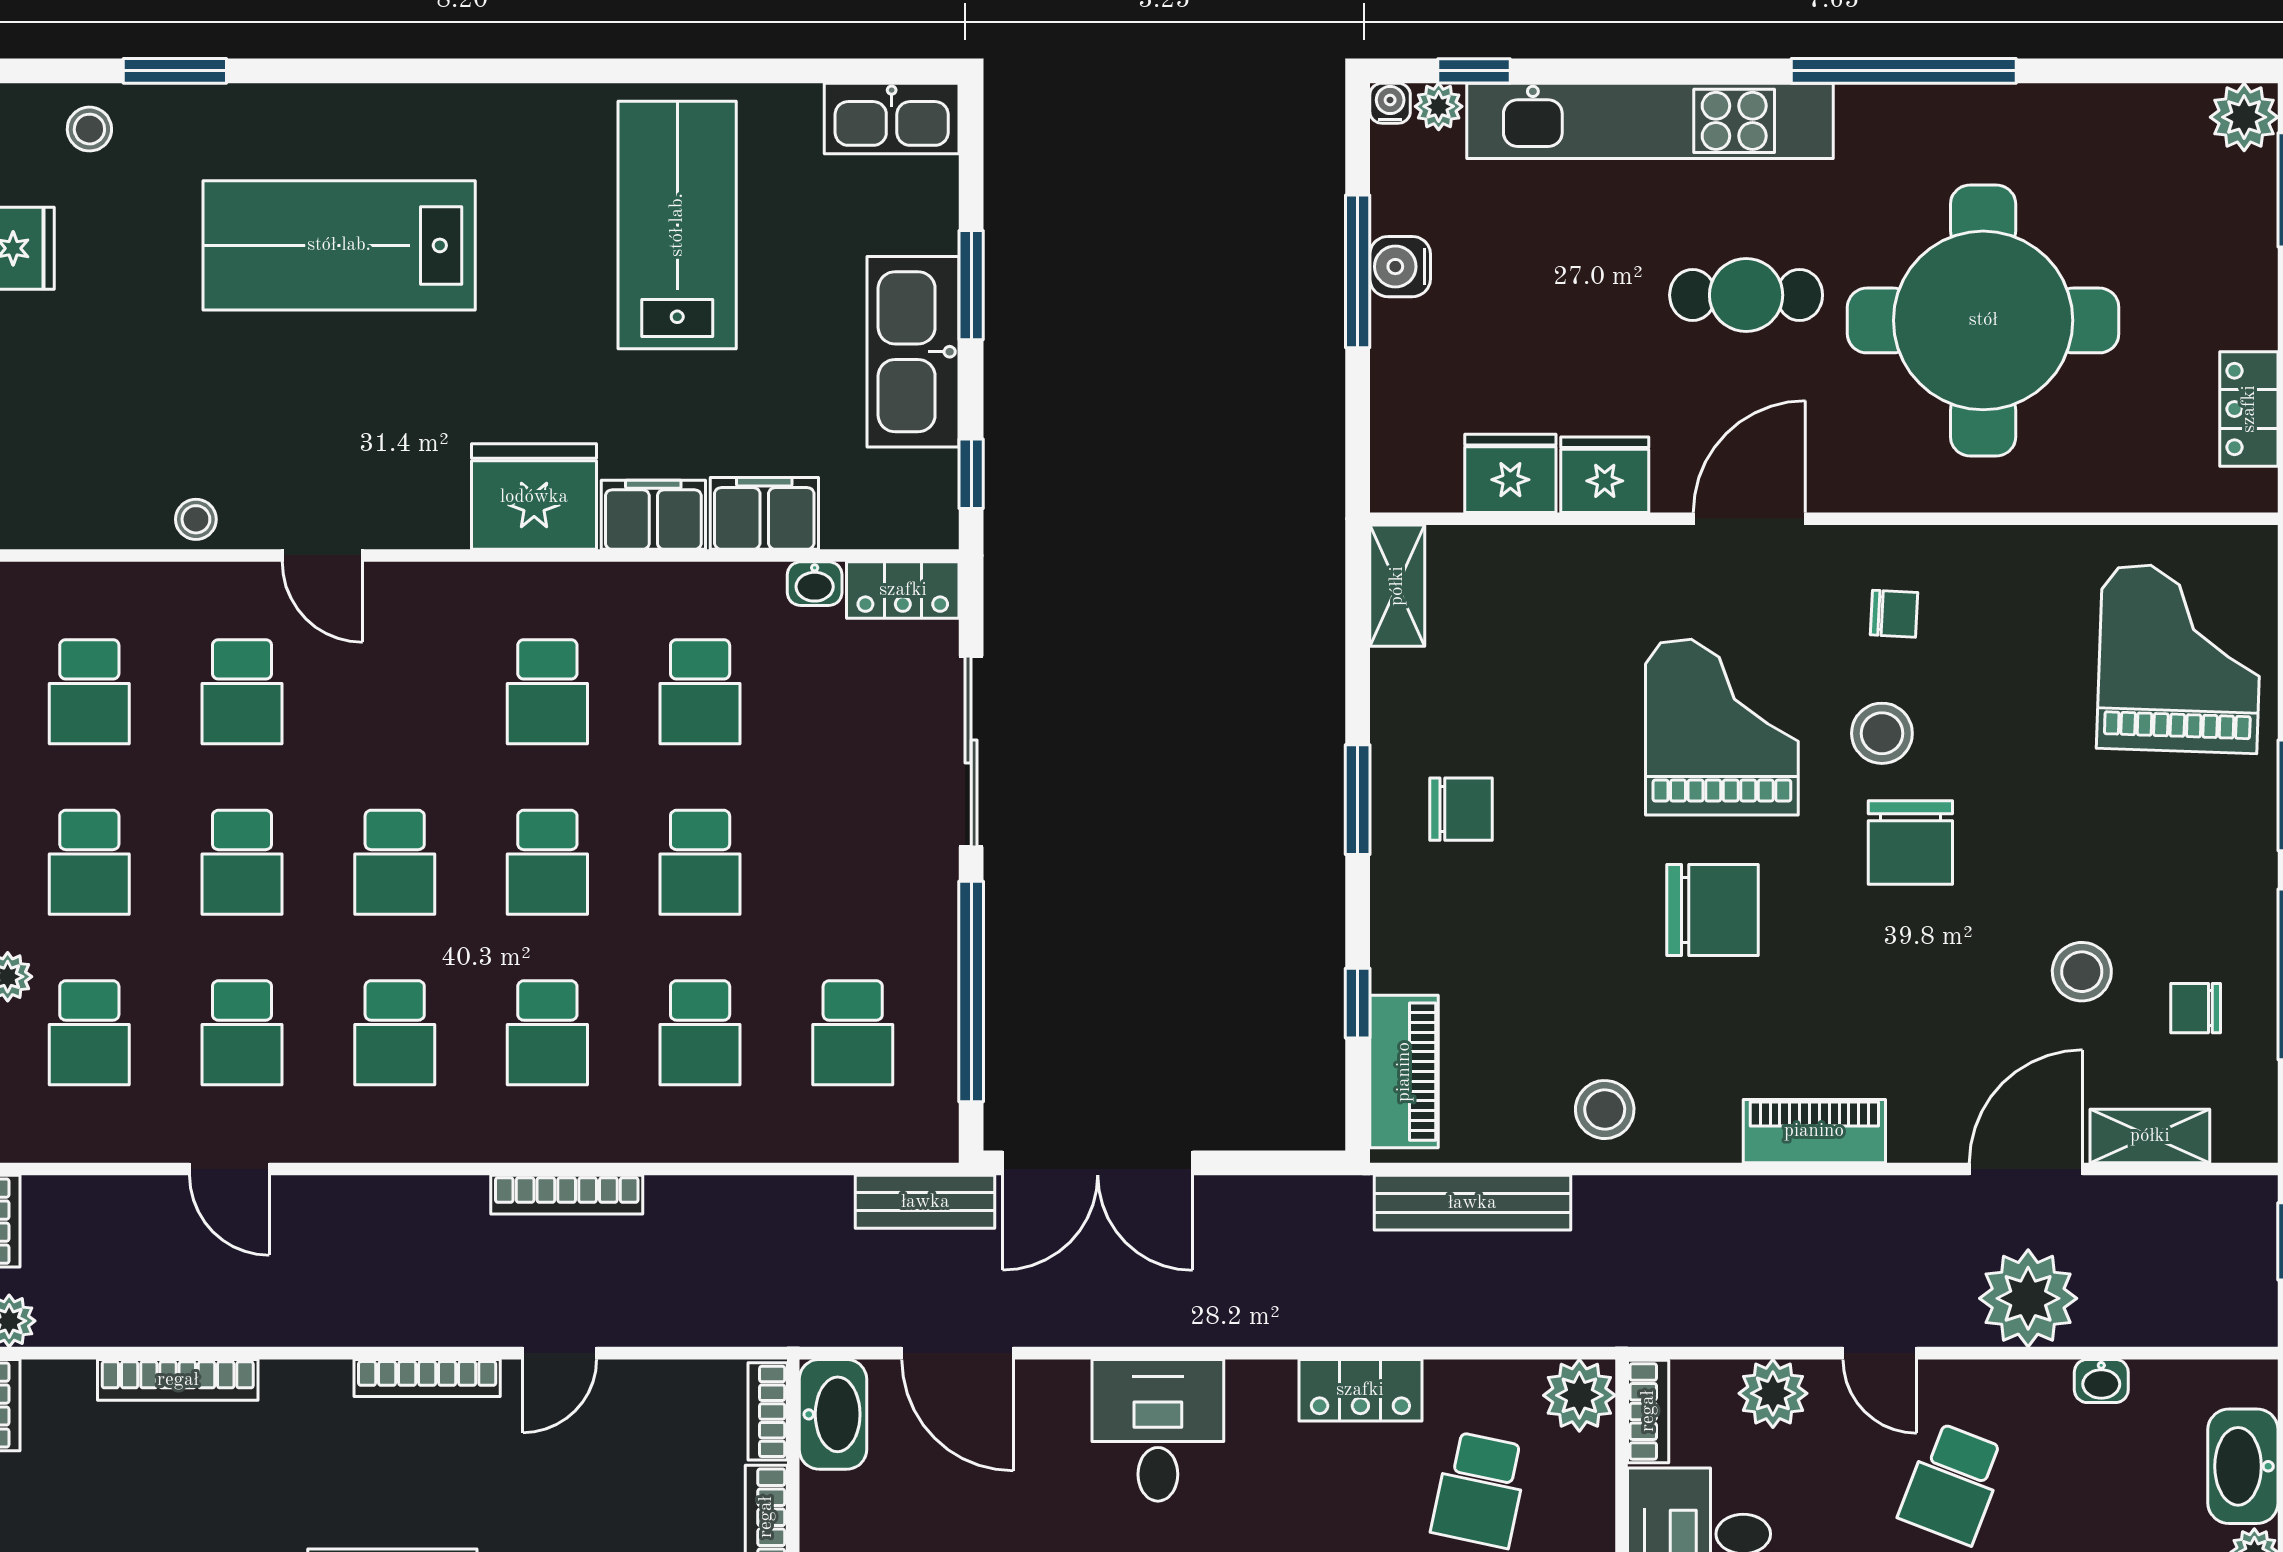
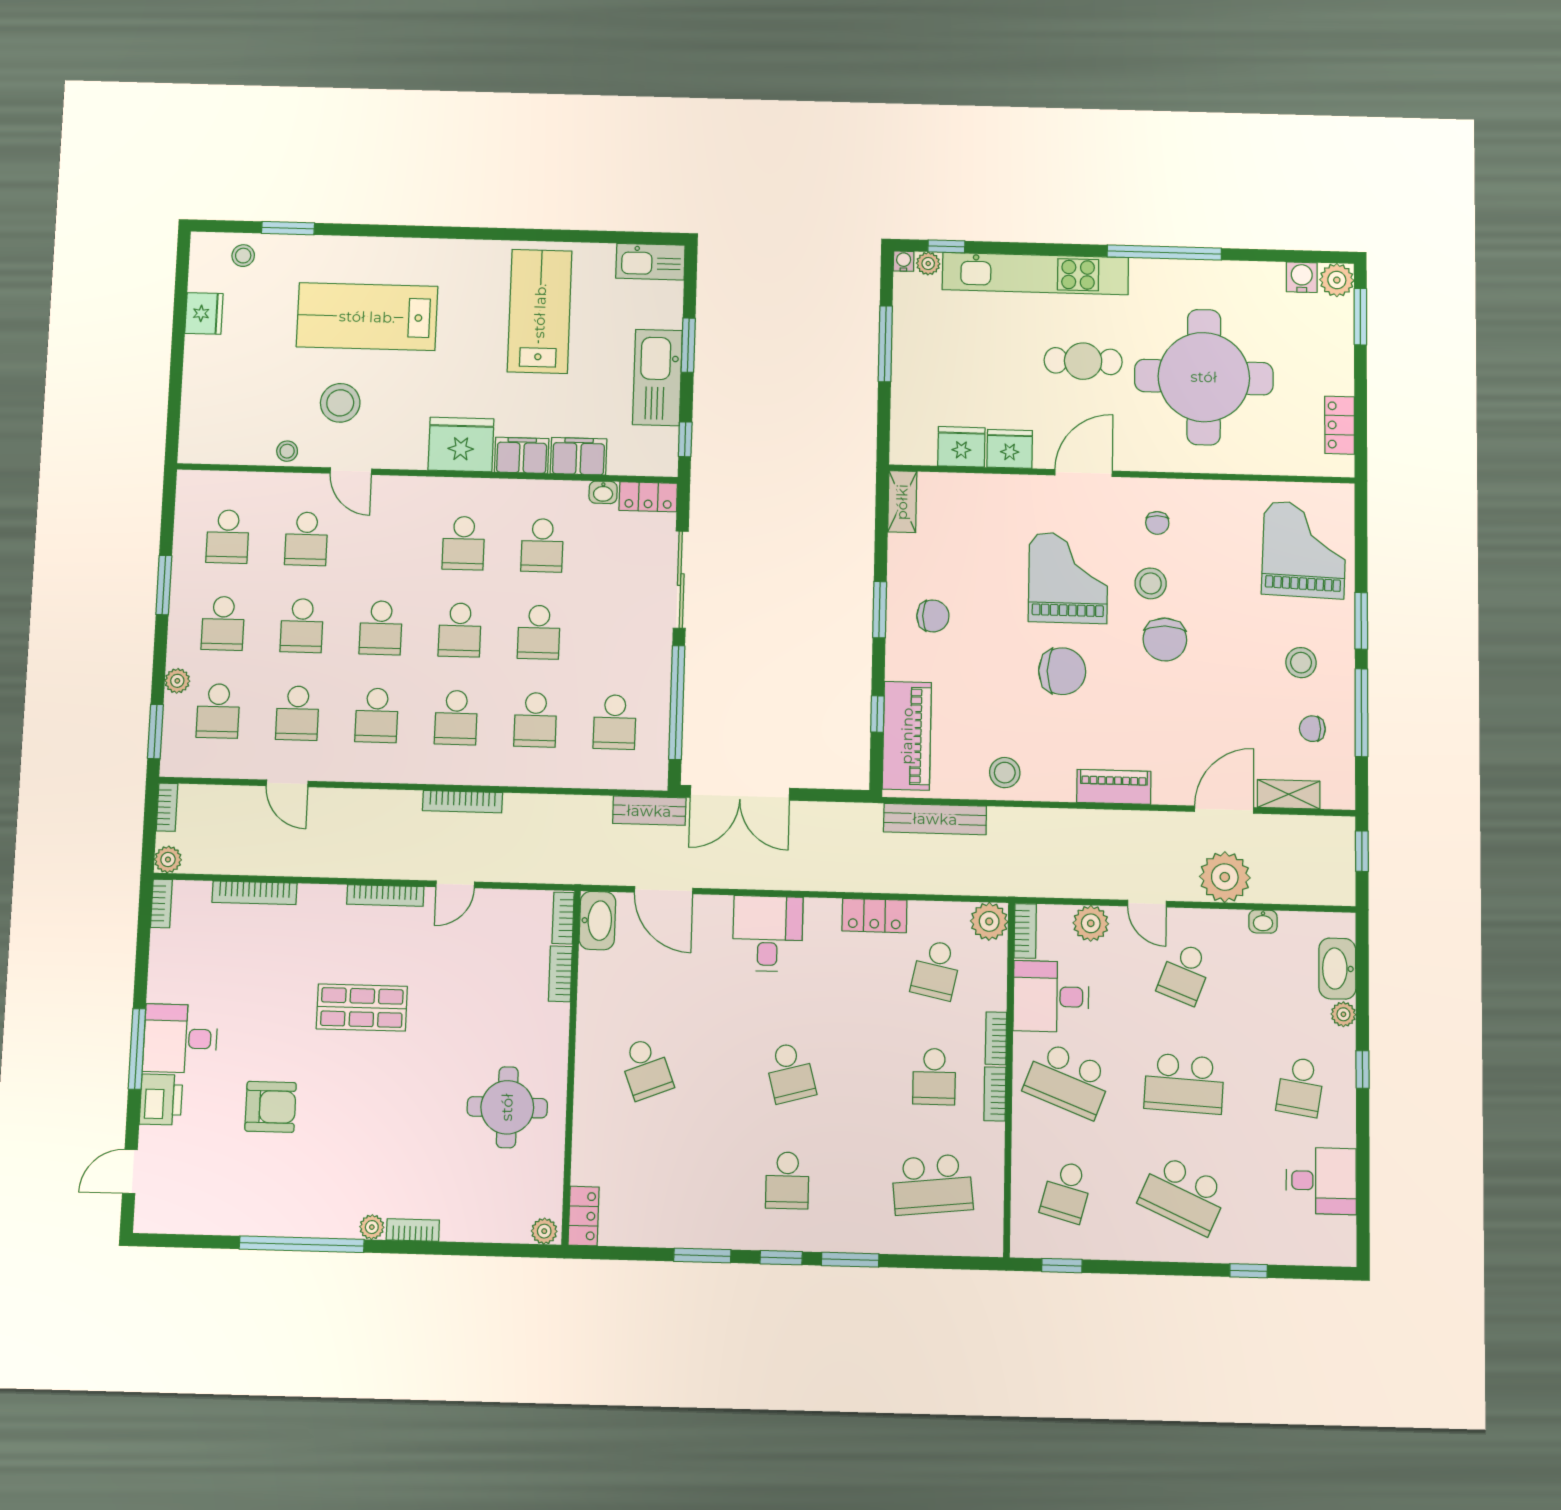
water cooler: (1400, 267) -> (1302, 277), moved, turned 90
stool: (295, 420) -> (340, 403), added
chair: (1894, 614) -> (1157, 523), turned 87
stool: (2082, 972) -> (1301, 663), moved
piano: (1404, 1072) -> (907, 736), width x1.37, depth x1.33

